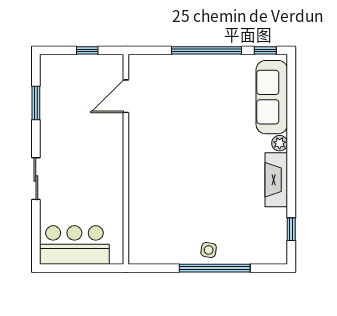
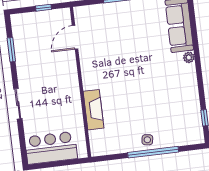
fireplace: (276, 180) -> (94, 110), moved, turned 180

